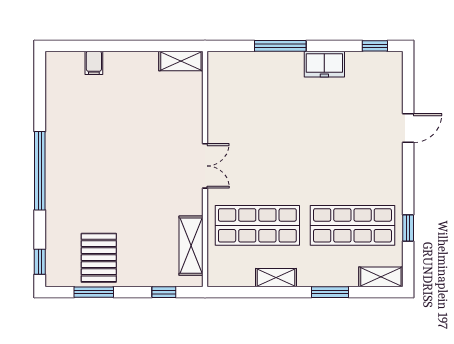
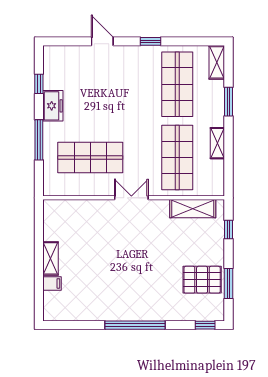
window: (375, 46) -> (39, 84), moved
shelving: (181, 61) -> (51, 258), moved
shop shelf: (257, 112) -> (90, 157), added
window: (408, 228) -> (151, 41), moved

